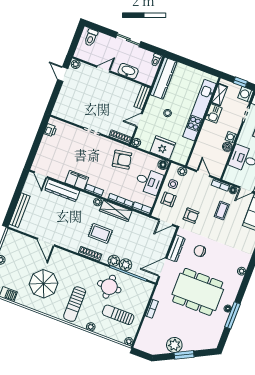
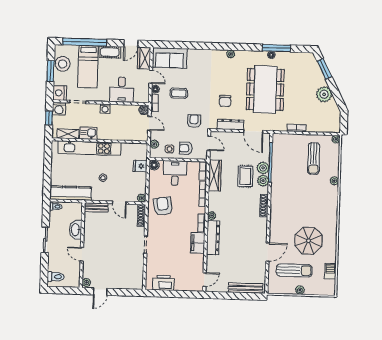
printer: (50, 130) -> (163, 283), width x1.87, depth x1.48
fridge: (163, 147) -> (140, 166), width x0.53, depth x0.75
boiler: (227, 147) -> (144, 110), moved
door: (203, 173) -> (149, 123), swing flipped
dresser: (62, 191) -> (213, 238), moved
wardrobe: (116, 211) -> (215, 175), moved
rug: (100, 233) -> (245, 176), moved
round table: (109, 287) -> (290, 176), removed
sun lounger: (75, 304) -> (294, 270), moved
window: (184, 355) -> (324, 69), moved

